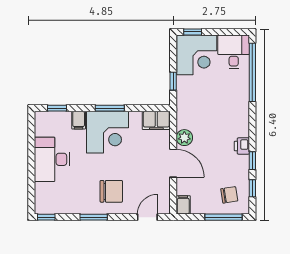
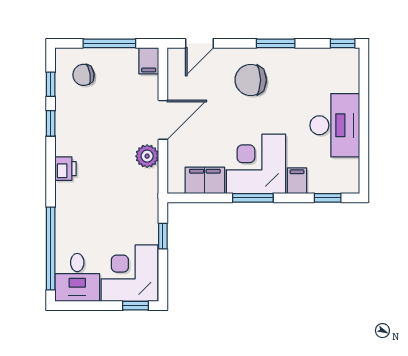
filing cabinet: (156, 120) -> (205, 180), moved
printer: (242, 146) -> (66, 169), moved
door: (173, 163) -> (163, 120), swing flipped
window: (223, 217) -> (109, 43), moved

